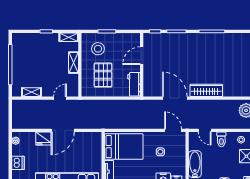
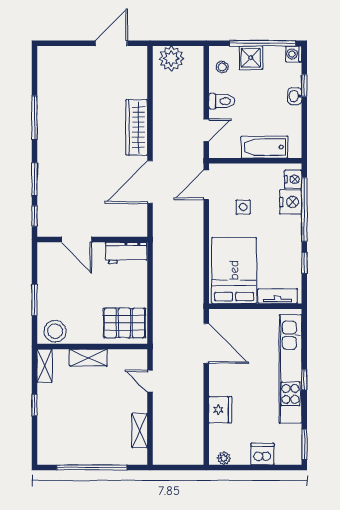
stool: (98, 49) -> (55, 331), moved
pallet: (103, 75) -> (124, 323), moved
door: (63, 130) -> (206, 343), moved

